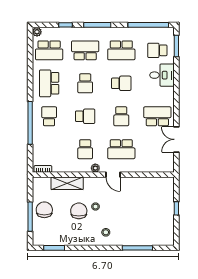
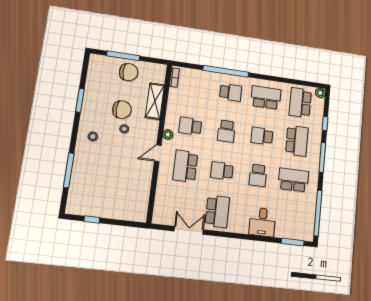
school desk: (121, 50) -> (293, 180), turned 90
school desk: (157, 50) -> (290, 220), removed
window: (176, 208) -> (92, 219), moved
window: (54, 248) -> (80, 100), moved

